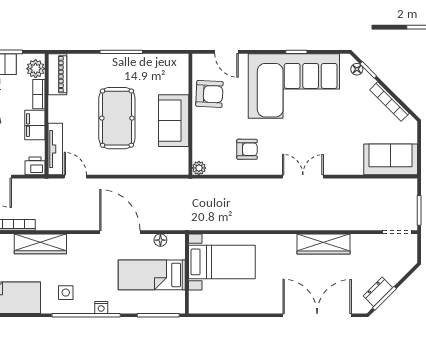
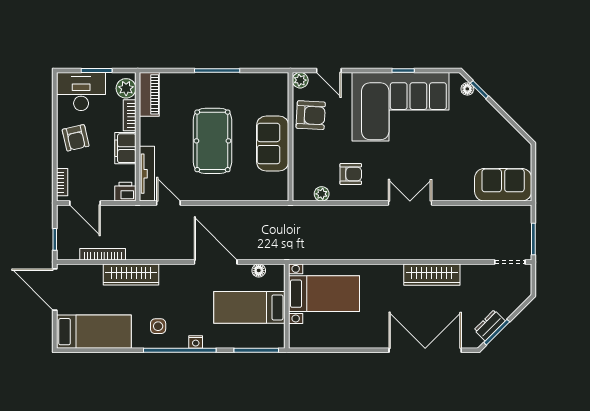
plant: (199, 61) -> (300, 80), added
bookcase: (389, 102) -> (502, 123), removed
plant: (199, 168) -> (322, 194), moved

